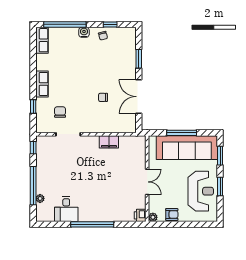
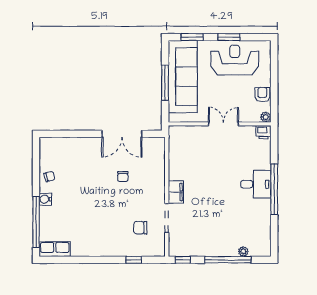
window: (110, 24) -> (36, 168), removed
window: (139, 59) -> (77, 134), removed
row of seats: (42, 84) -> (107, 249), removed
filing cabinet: (109, 142) -> (176, 192), moved
desk: (66, 209) -> (256, 184), moved

